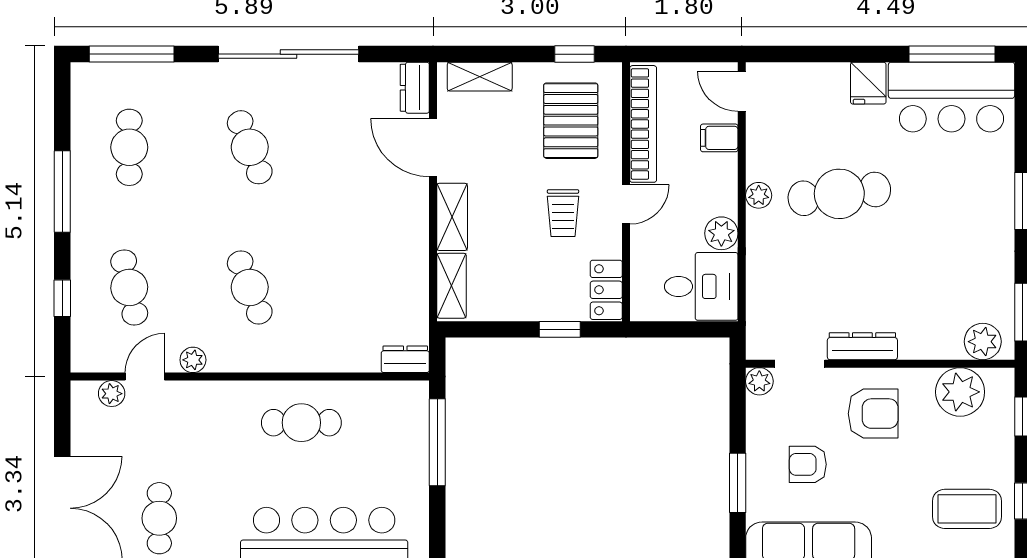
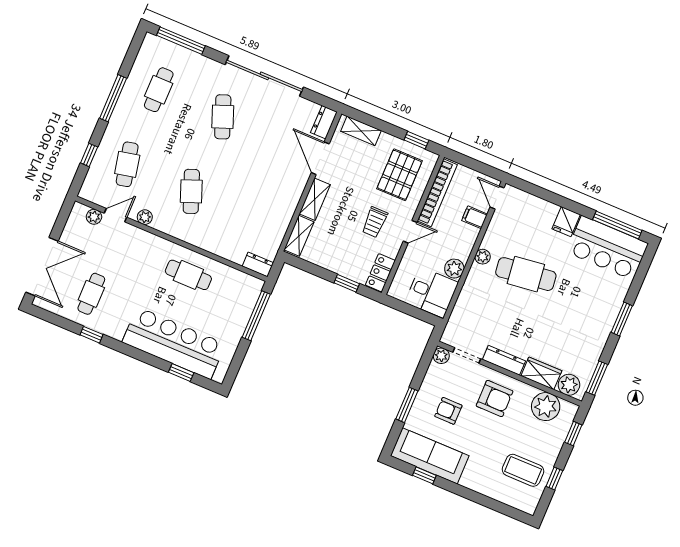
wardrobe: (931, 342) -> (541, 373), added

